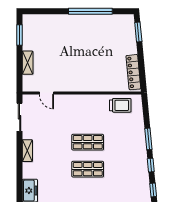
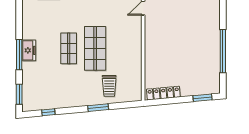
trolley: (120, 105) -> (109, 86), moved
shop shelf: (88, 142) -> (95, 48), width x1.43, depth x1.36
window: (151, 165) -> (73, 110), removed

